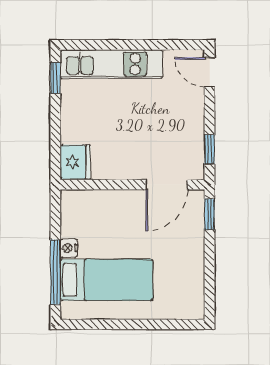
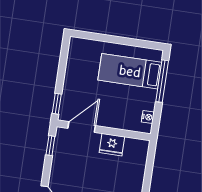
fridge: (75, 162) -> (112, 145), moved, turned -90
nightstand: (69, 248) -> (148, 117), moved

